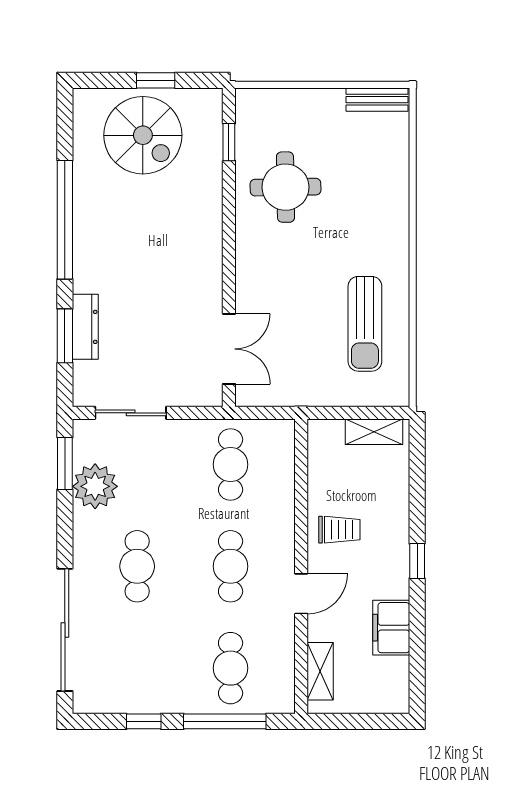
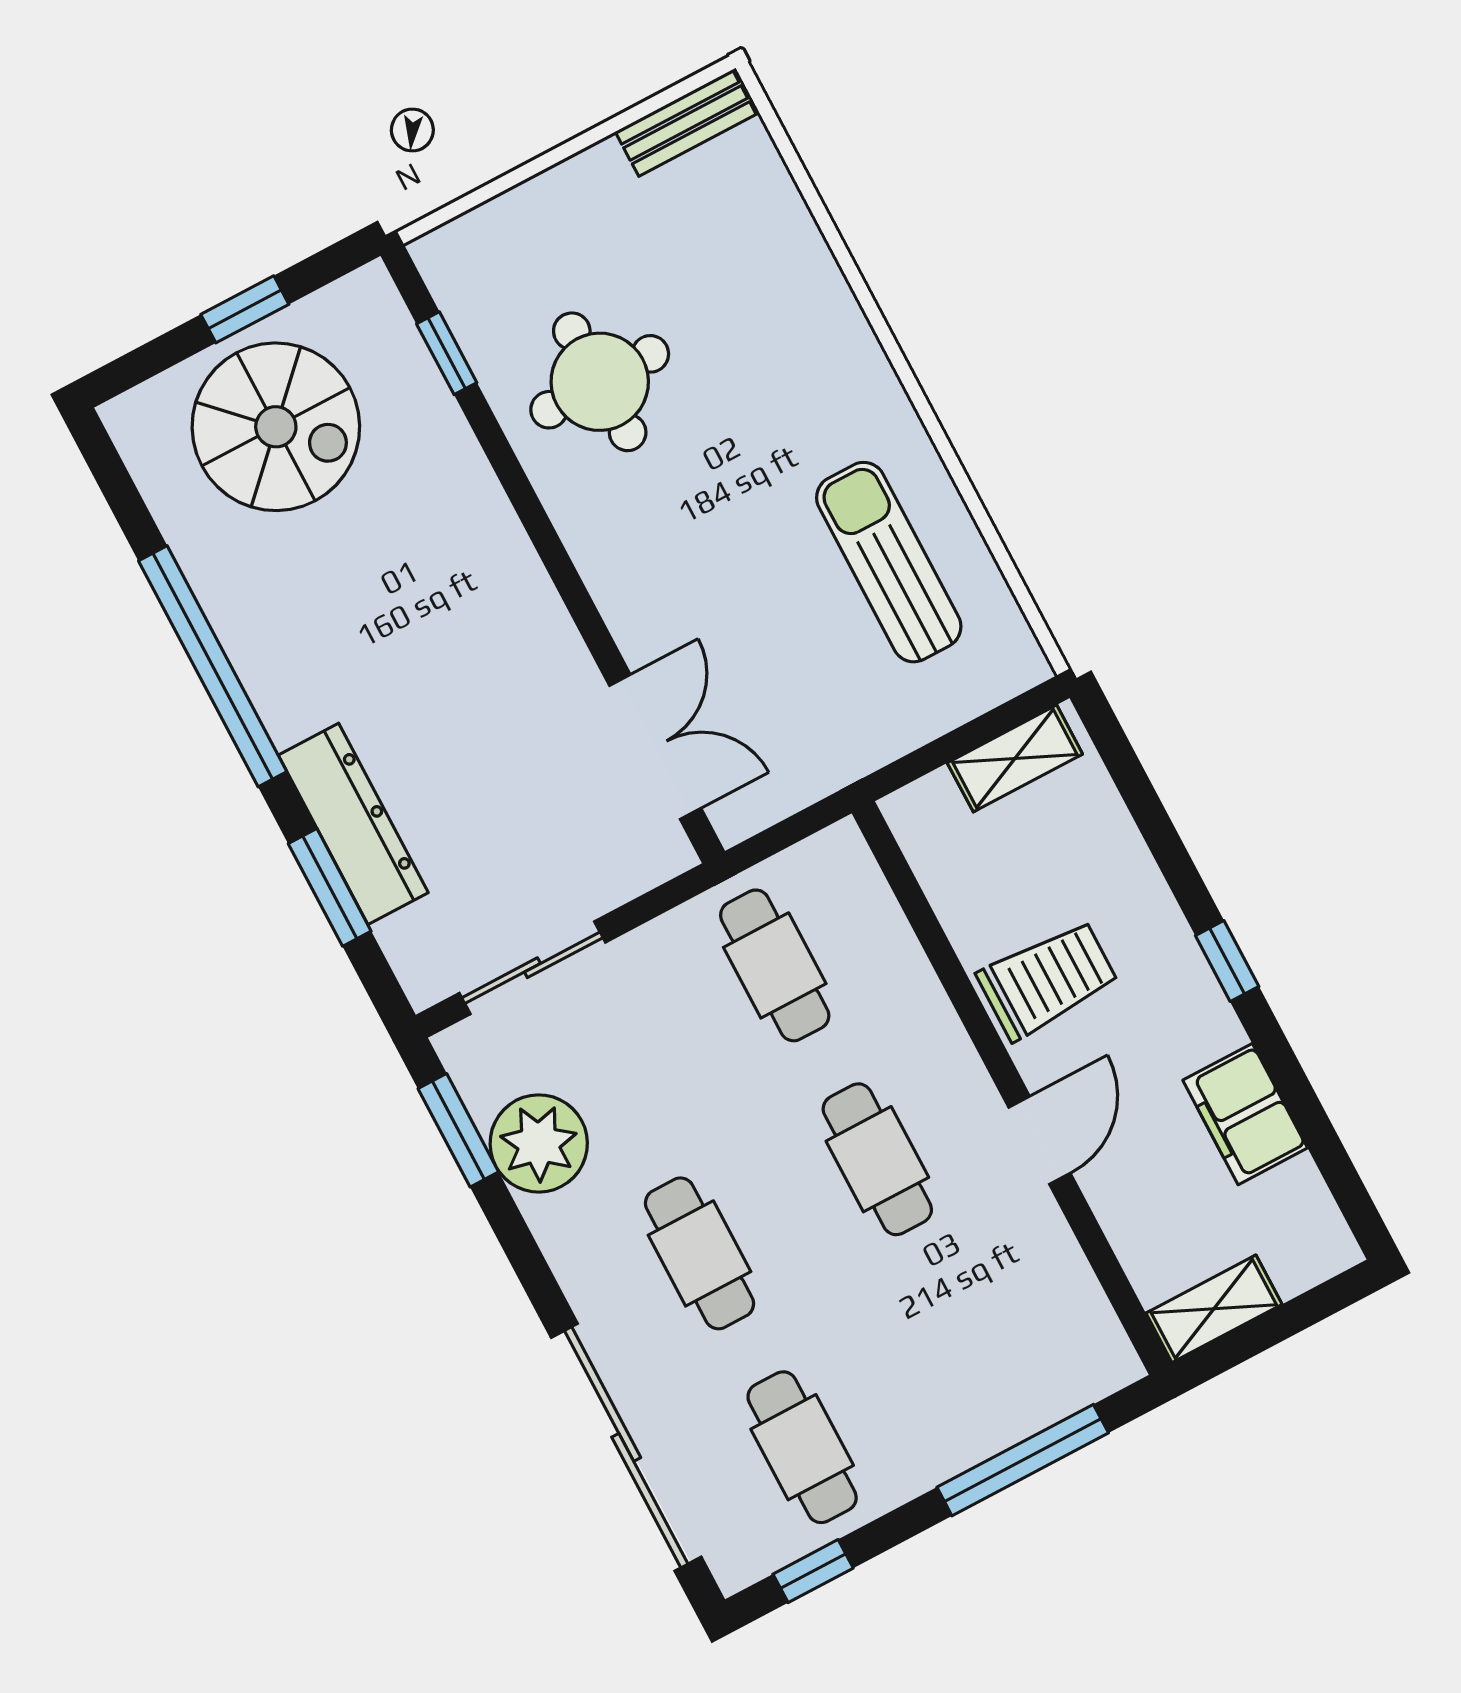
sun lounger: (365, 324) -> (889, 562), turned 180
dresser: (85, 327) -> (353, 824), width x1.37, depth x1.24
trolley: (339, 530) -> (1048, 980), width x1.36, depth x1.39
cafe table: (231, 668) -> (802, 1447), moved
shelving: (320, 671) -> (1214, 1309), moved, turned 90
window: (144, 721) -> (813, 1571), moved

